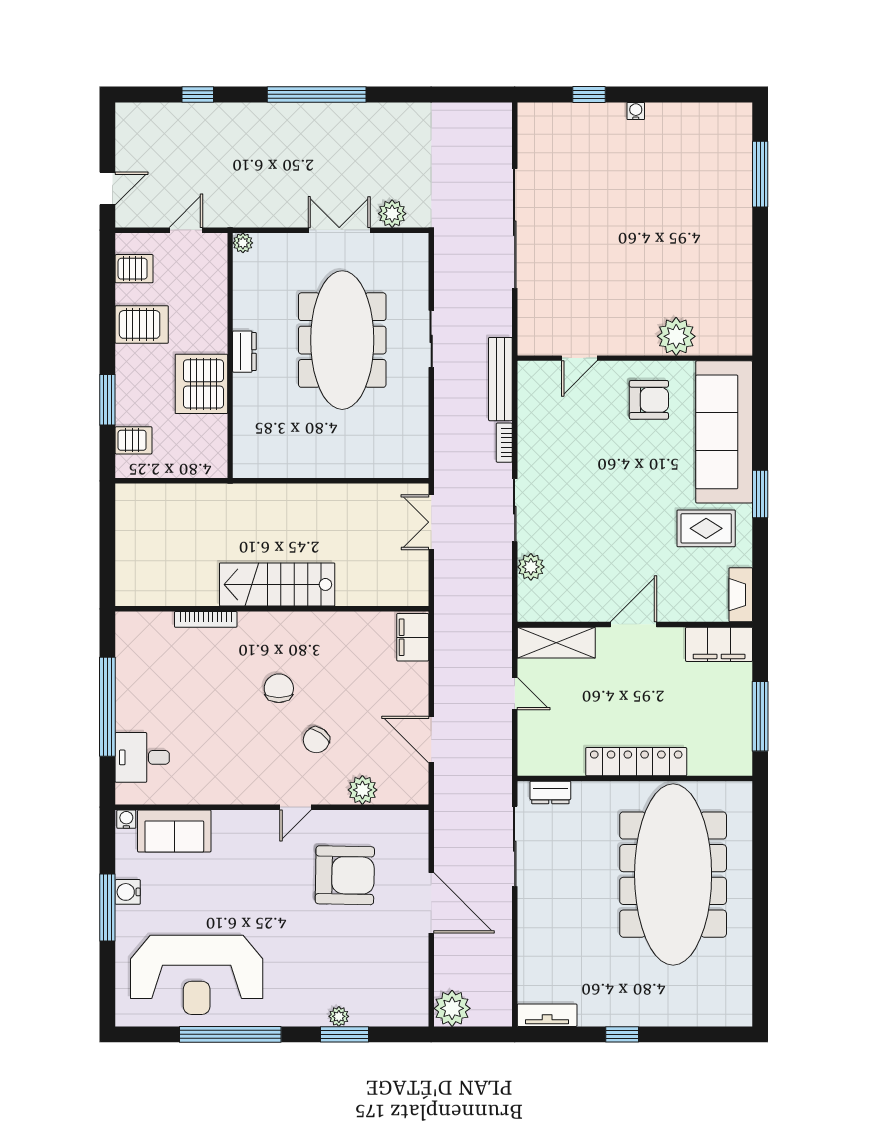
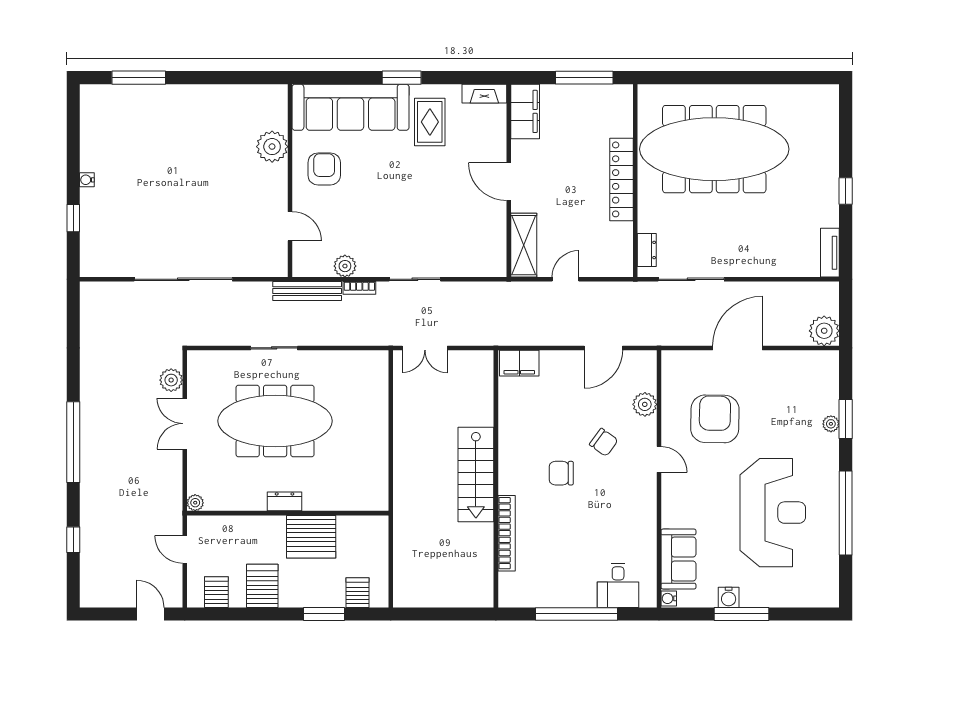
plant: (531, 567) -> (345, 266), moved
bookcase: (206, 619) -> (507, 533), width x1.48, depth x1.31
reception desk: (197, 975) -> (773, 513), moved

